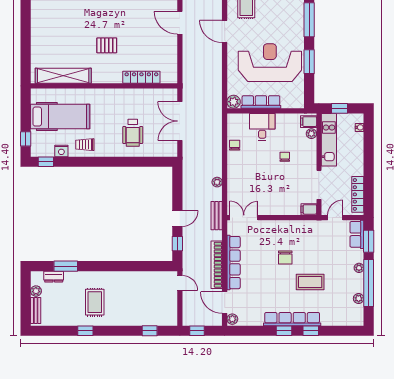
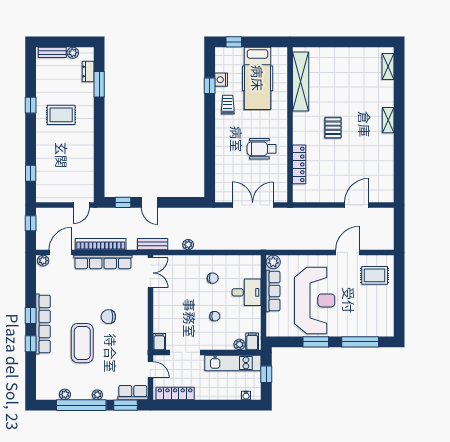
wheelchair: (133, 133) -> (262, 149), moved
chair: (235, 145) -> (213, 278), moved
window: (46, 162) -> (210, 86), moved
coffee table: (310, 282) -> (82, 343), width x1.36, depth x1.32

